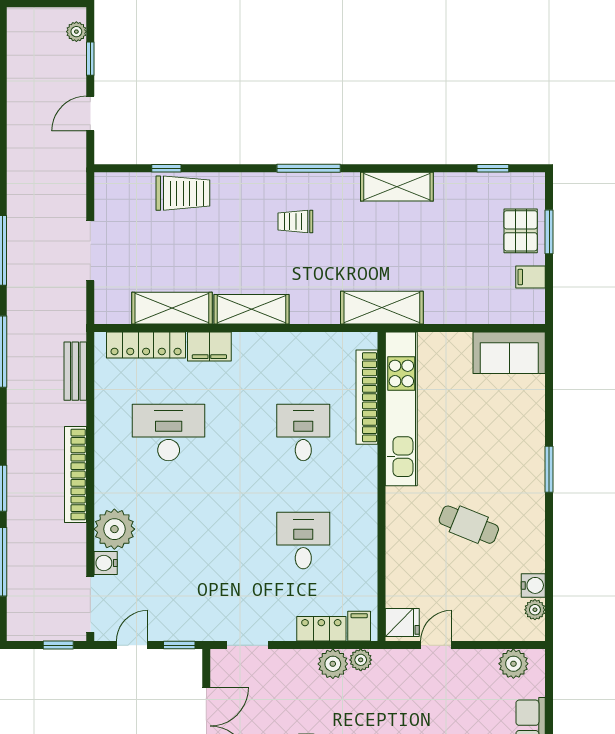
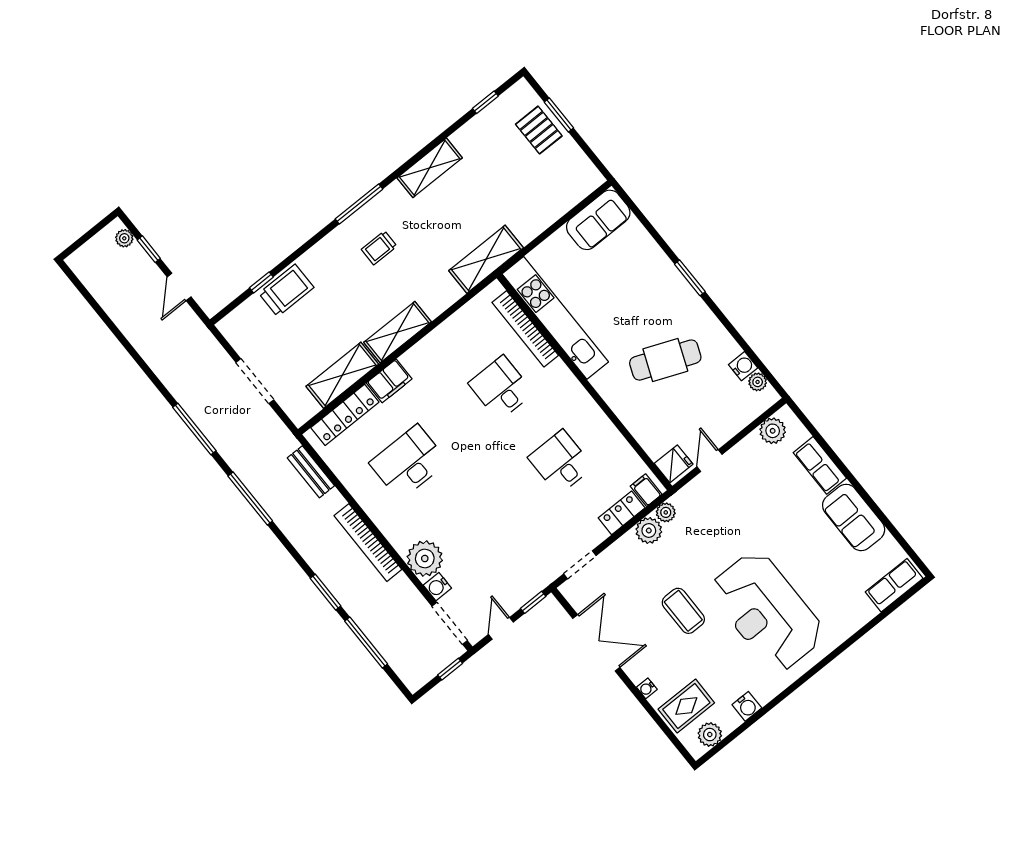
filing cabinet: (531, 277) -> (571, 156), removed
cafe table: (469, 525) -> (665, 360), width x1.37, depth x1.35

